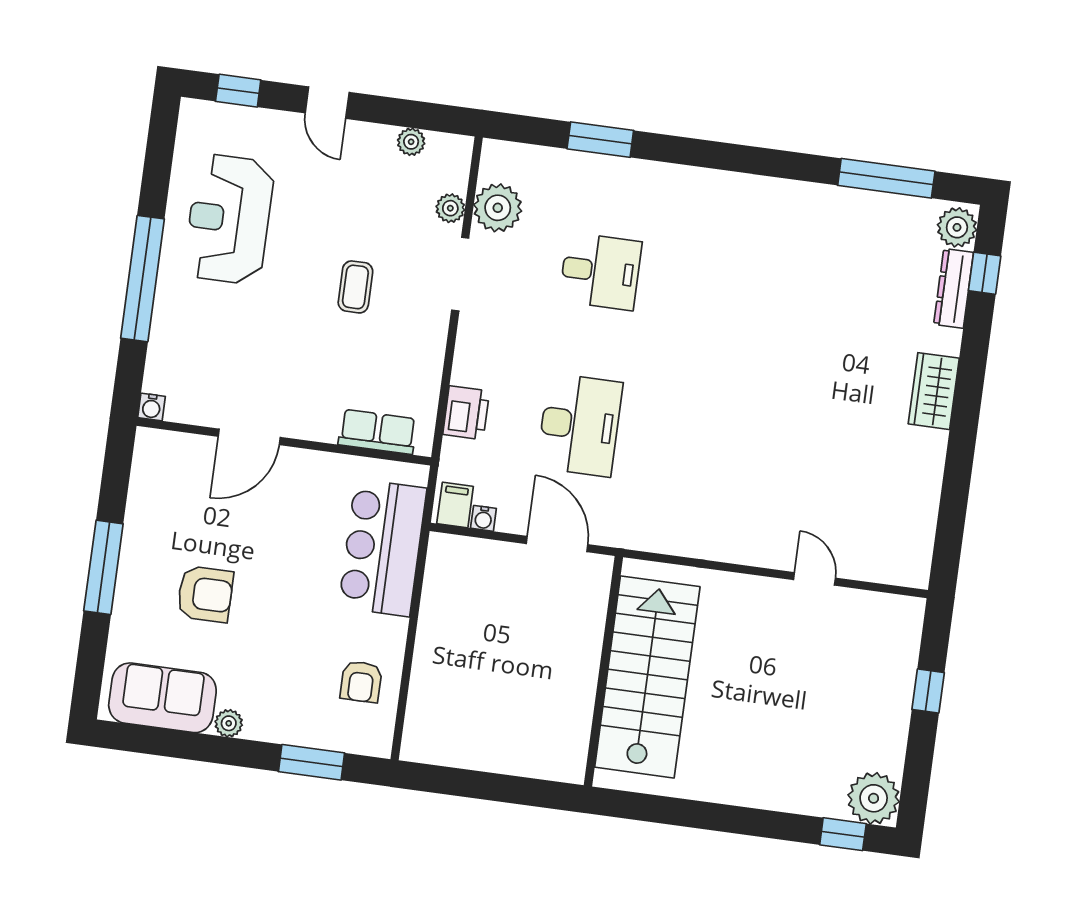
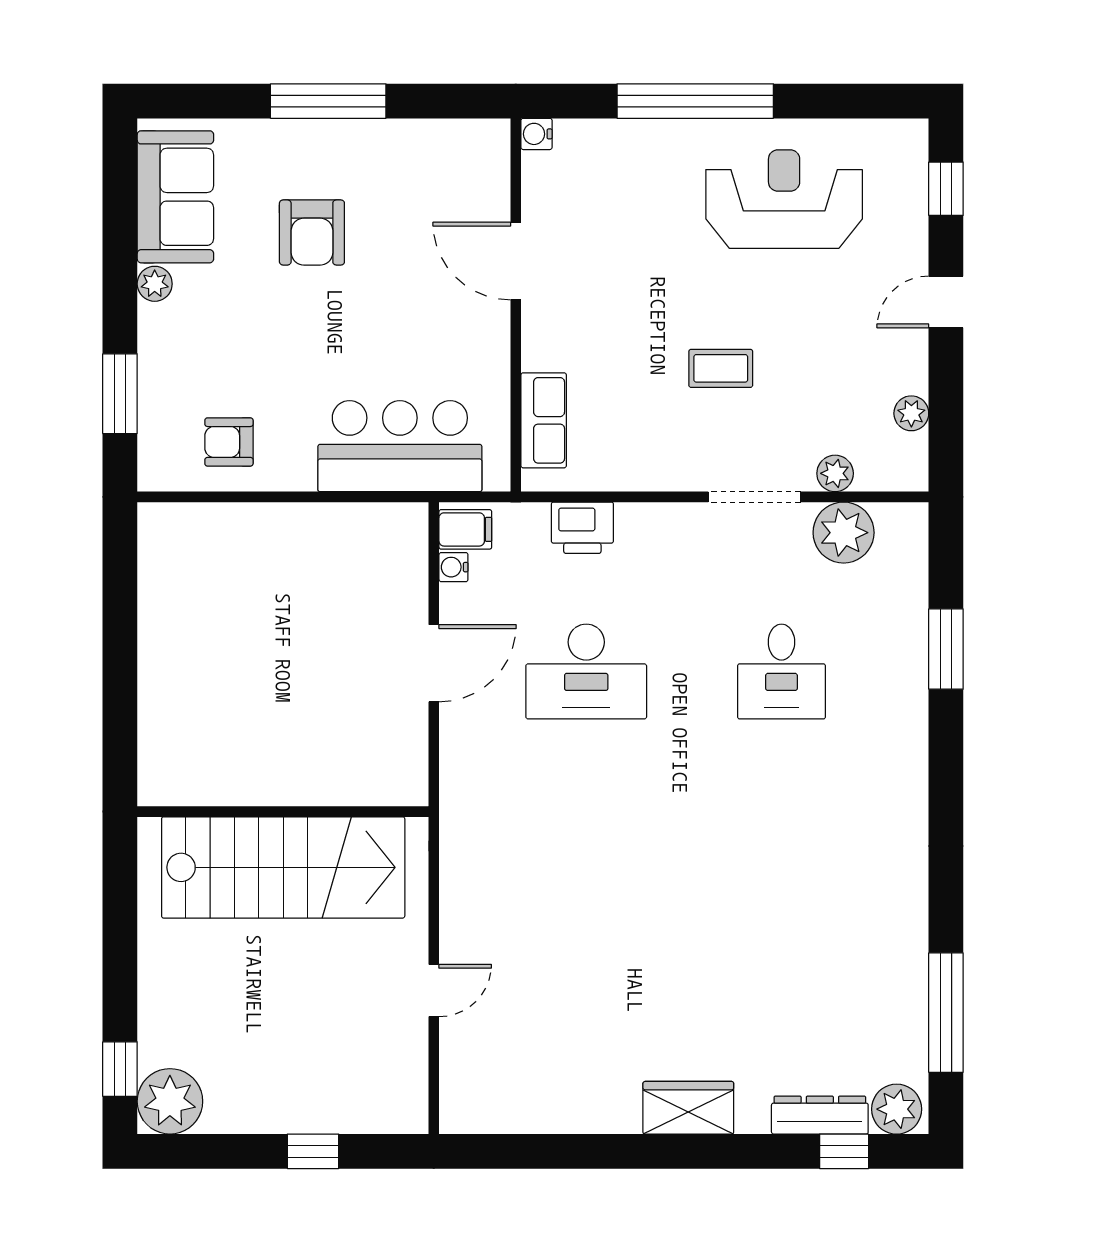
wall: (603, 671) -> (283, 812), moved
stairs: (647, 677) -> (283, 867), moved

